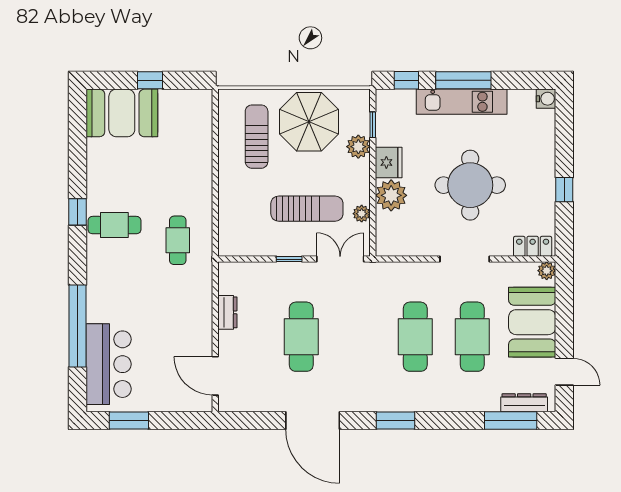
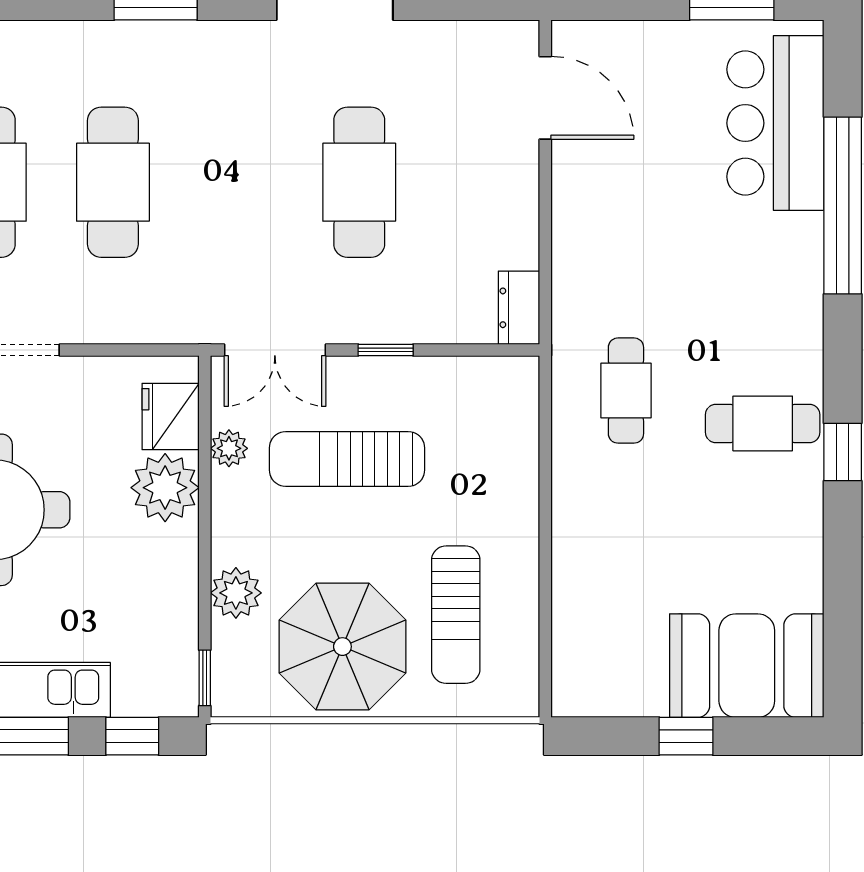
window: (373, 125) -> (205, 678), moved
fridge: (389, 162) -> (171, 416), moved
dresser: (227, 312) -> (519, 308), moved

